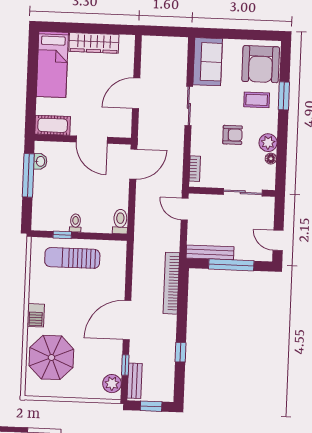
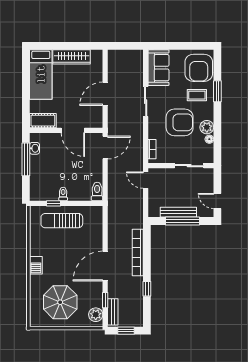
armchair: (233, 135) -> (180, 122), width x1.88, depth x1.88
bench: (210, 252) -> (178, 212), moved
bookcase: (171, 283) -> (138, 253), moved
parasol: (51, 357) -> (60, 302), moved

